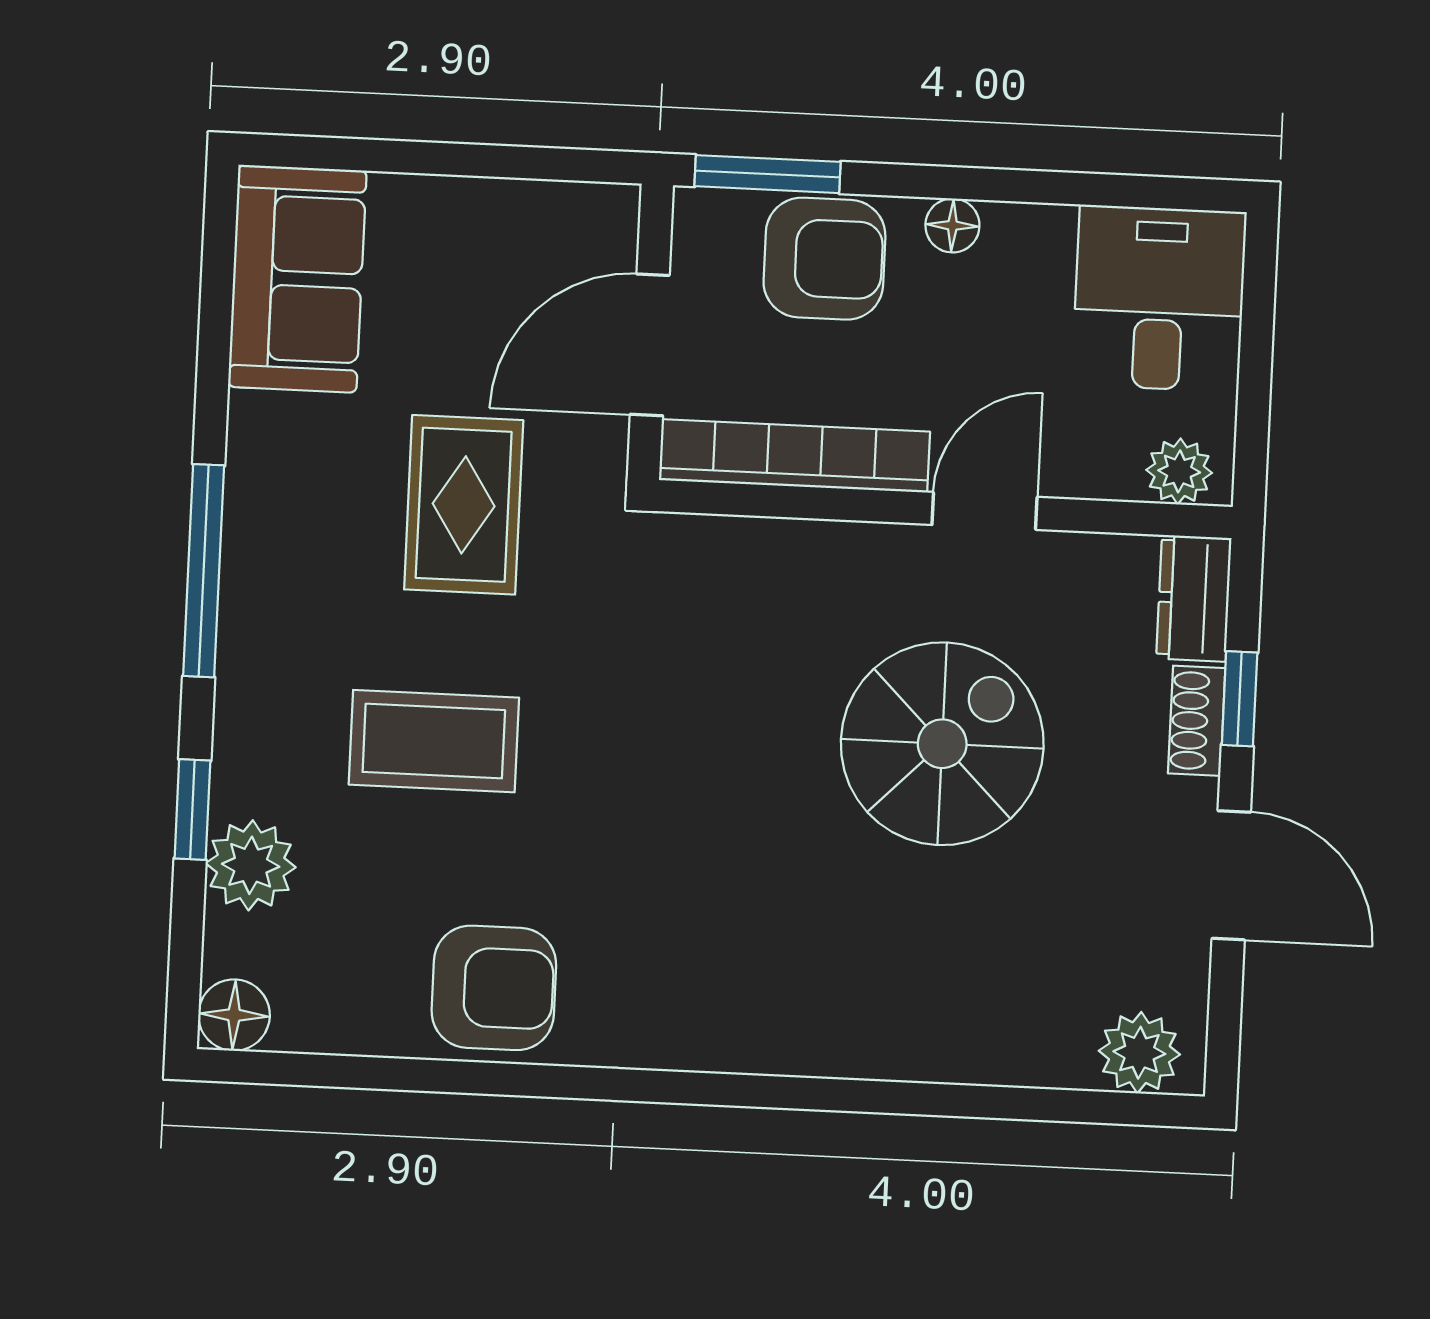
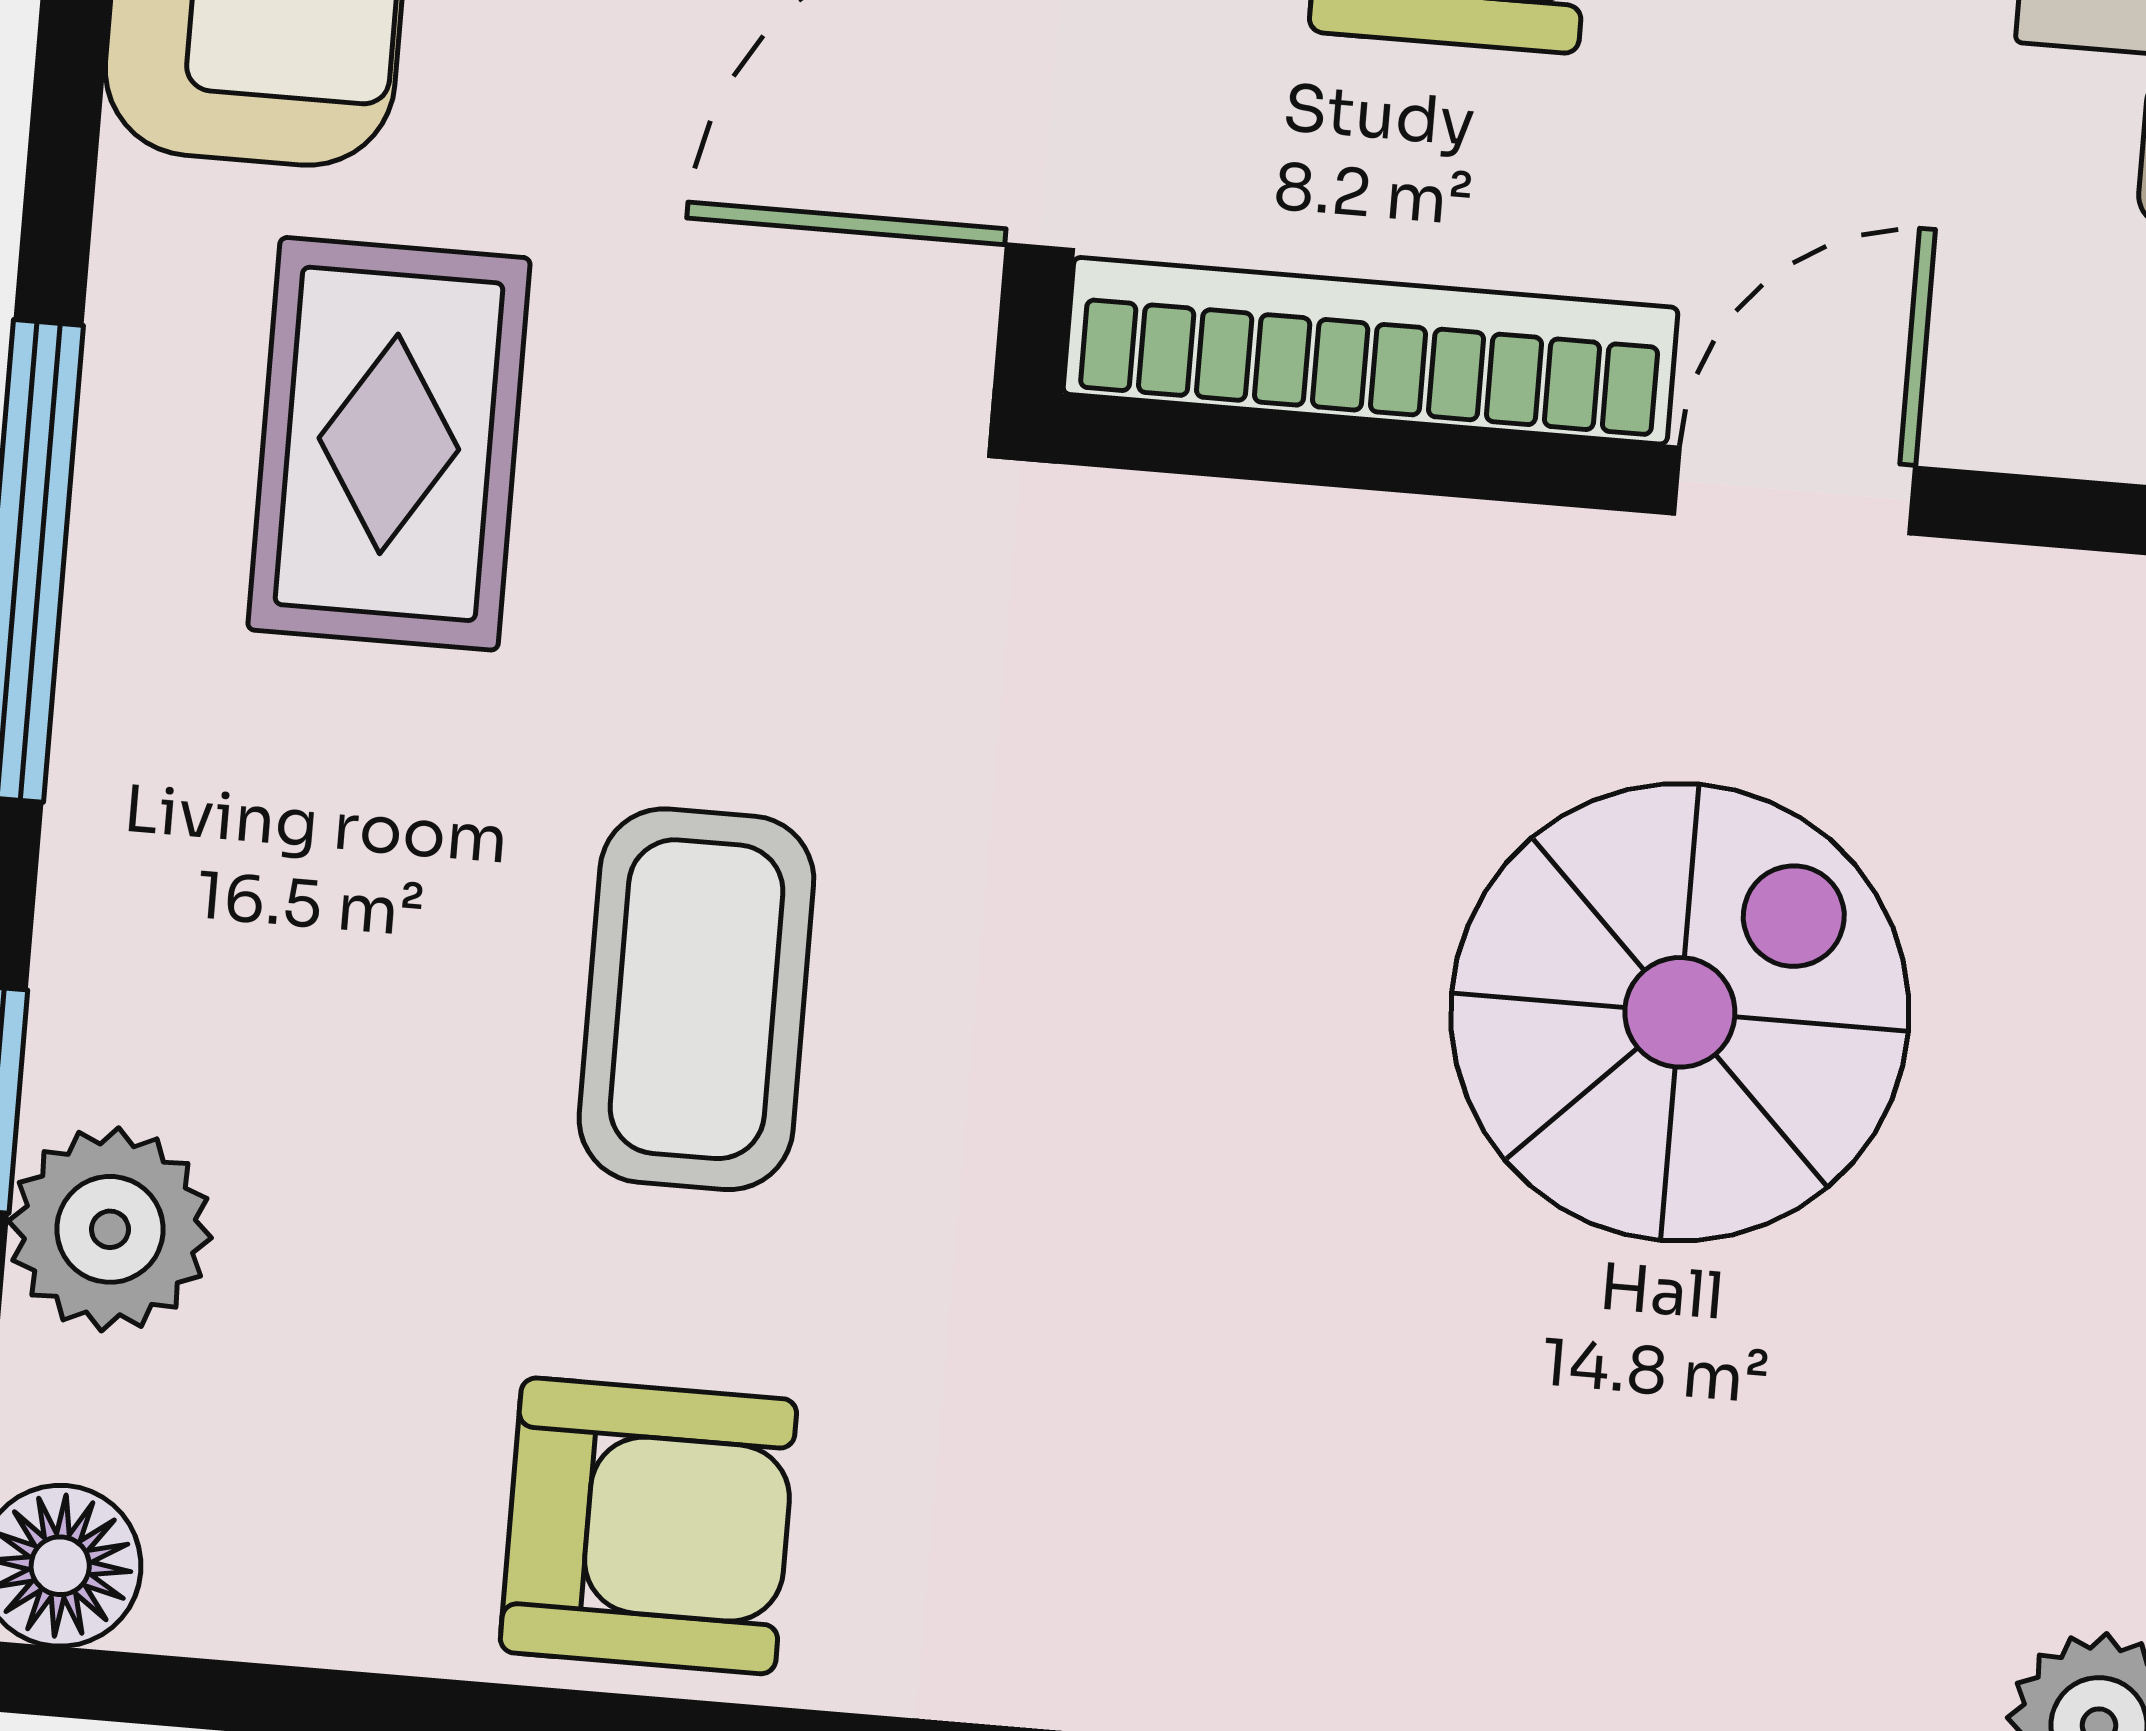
rug: (464, 505) -> (389, 444), moved
coffee table: (434, 741) -> (696, 999), moved, turned 90

